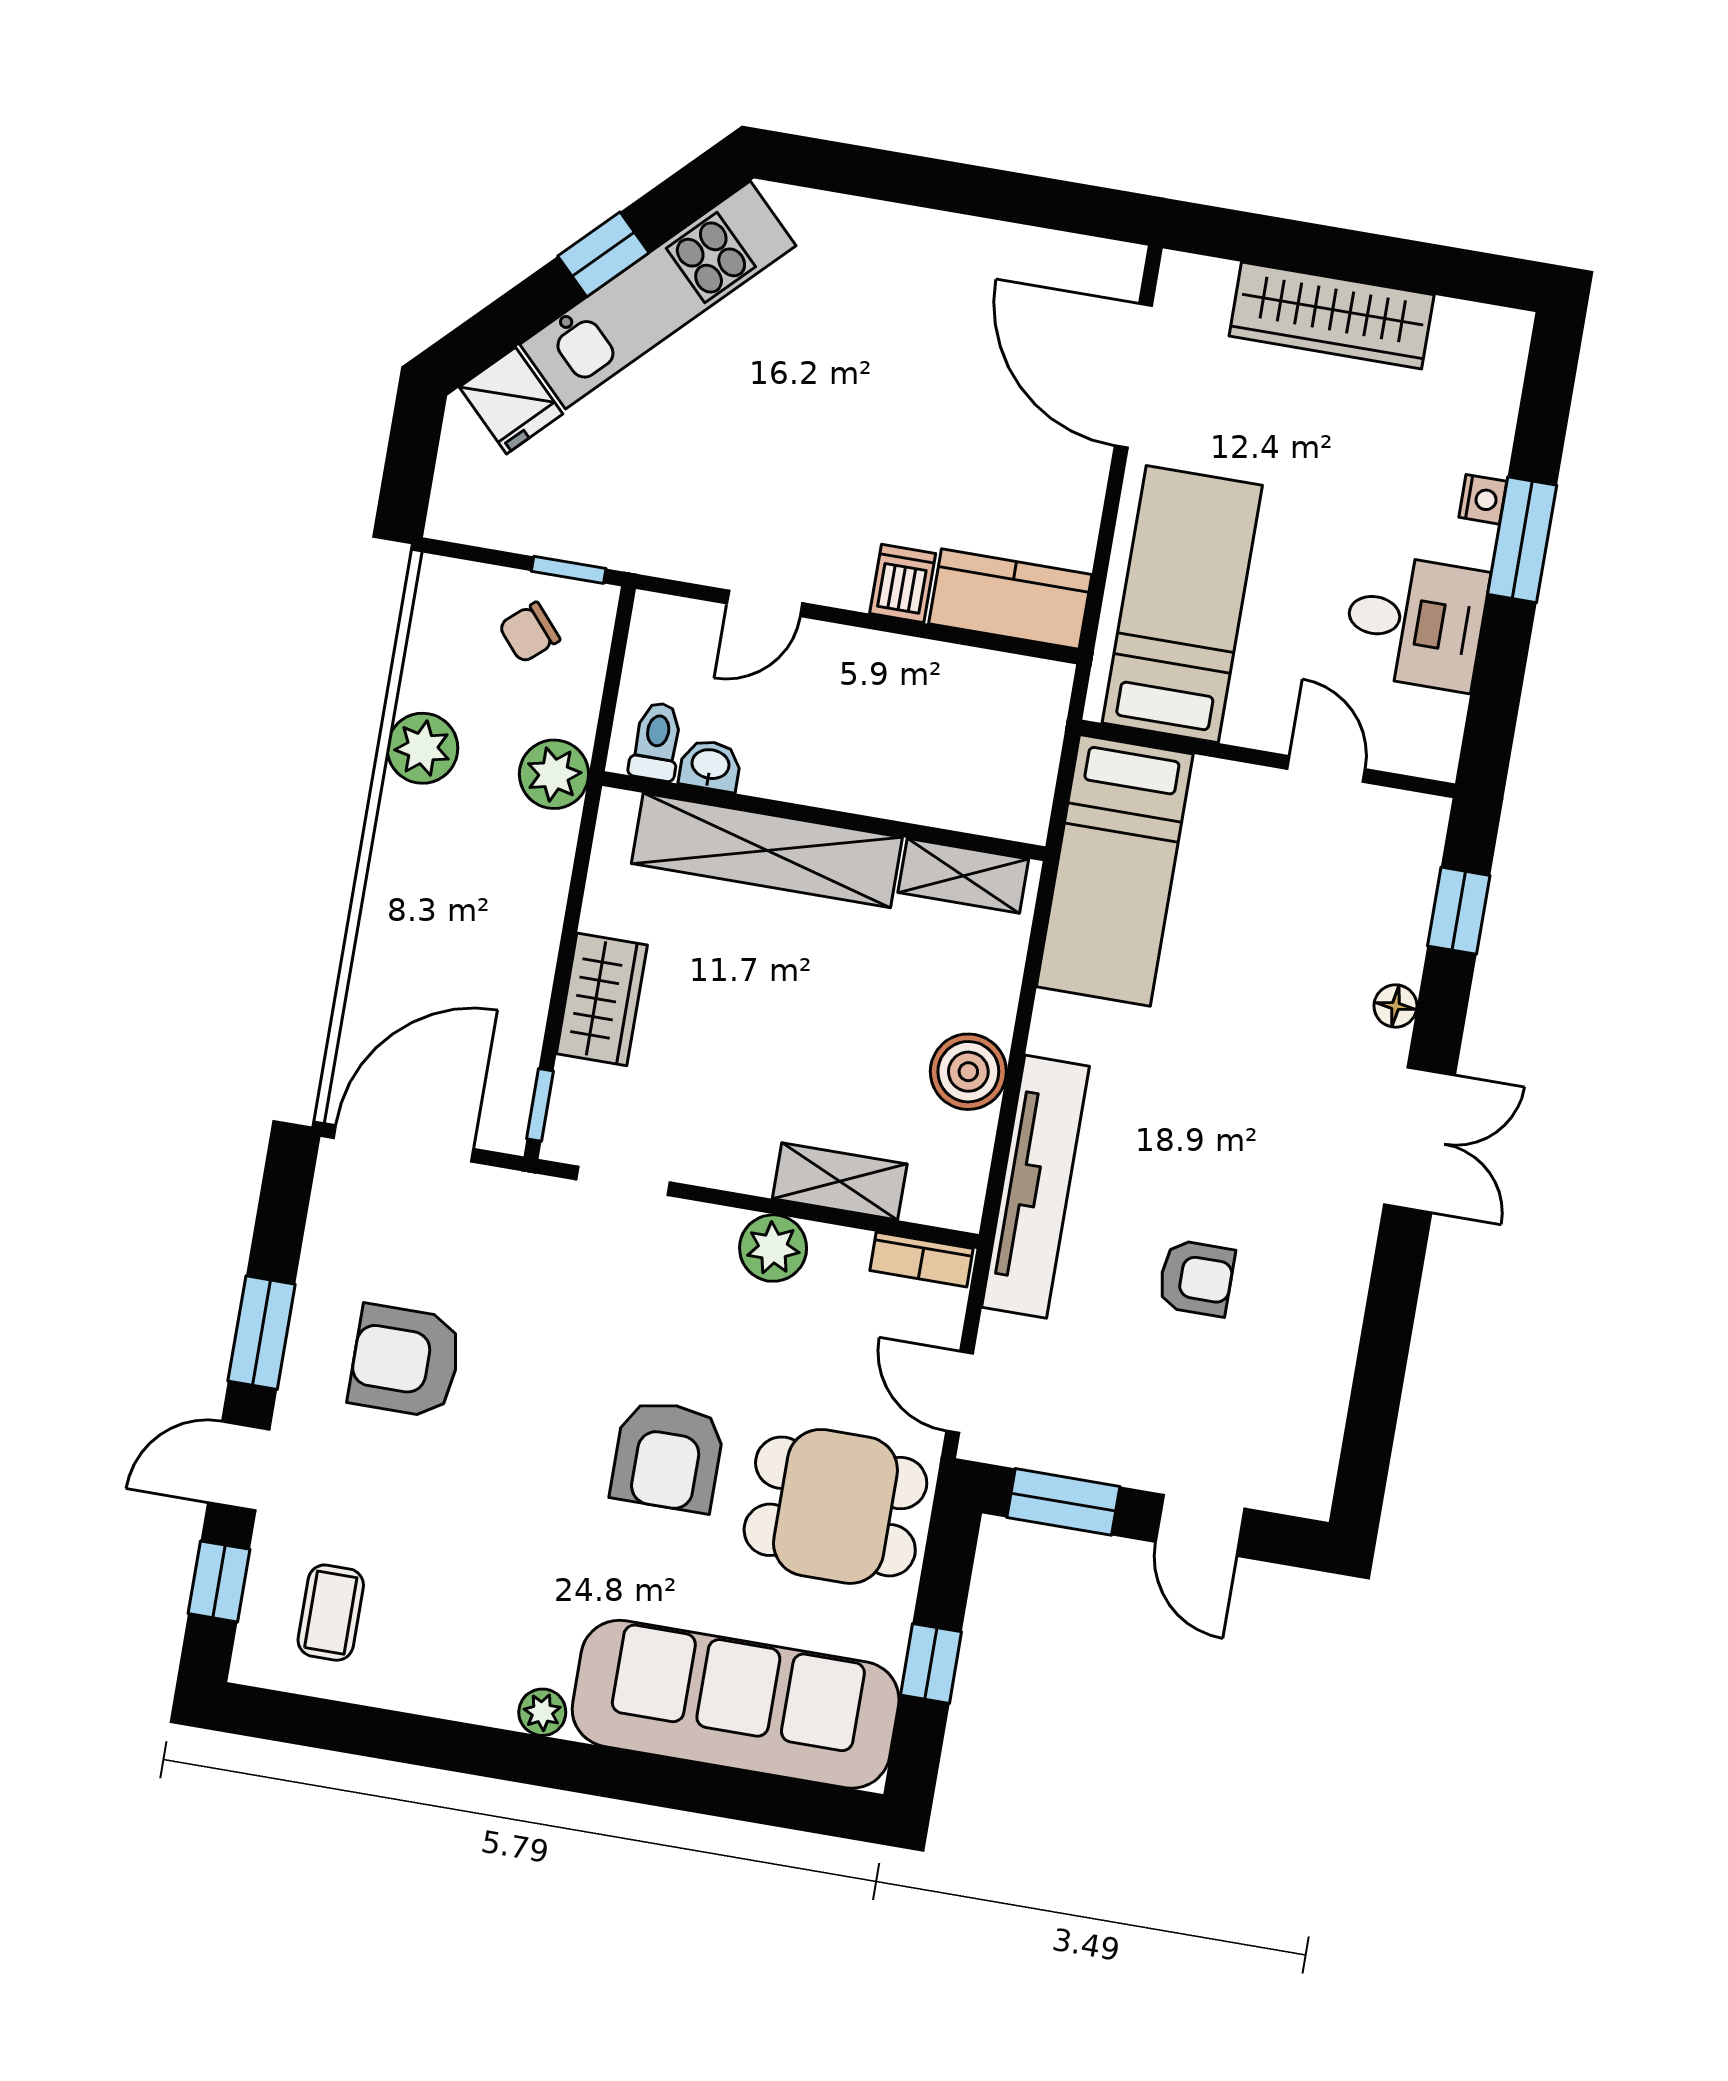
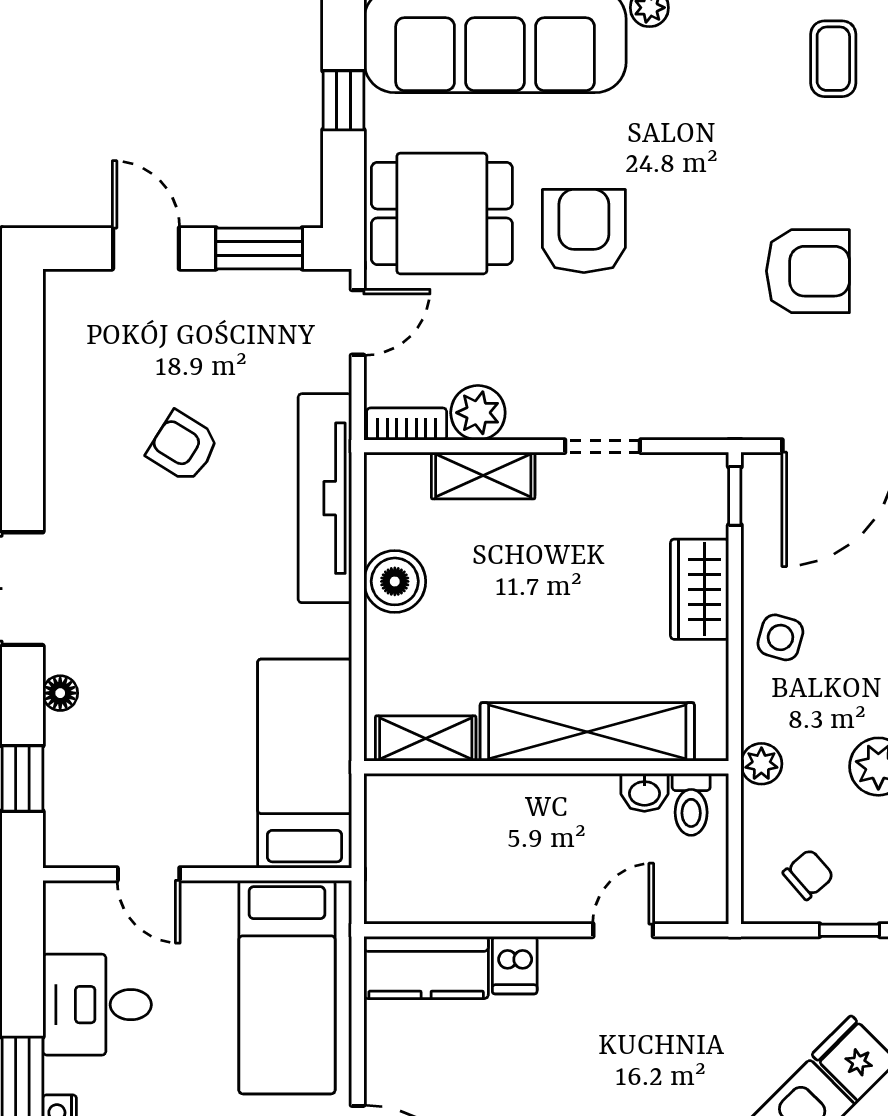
window: (569, 570) -> (849, 930), moved
plant: (554, 774) -> (761, 764), width x0.73, depth x0.73
side table: (514, 924) -> (780, 637), added
doorway: (623, 1181) -> (603, 446), moved
plant: (773, 1248) -> (478, 413), moved
armchair: (1196, 1278) -> (183, 447), turned 32
door: (960, 1392) -> (358, 322), hinge flipped

